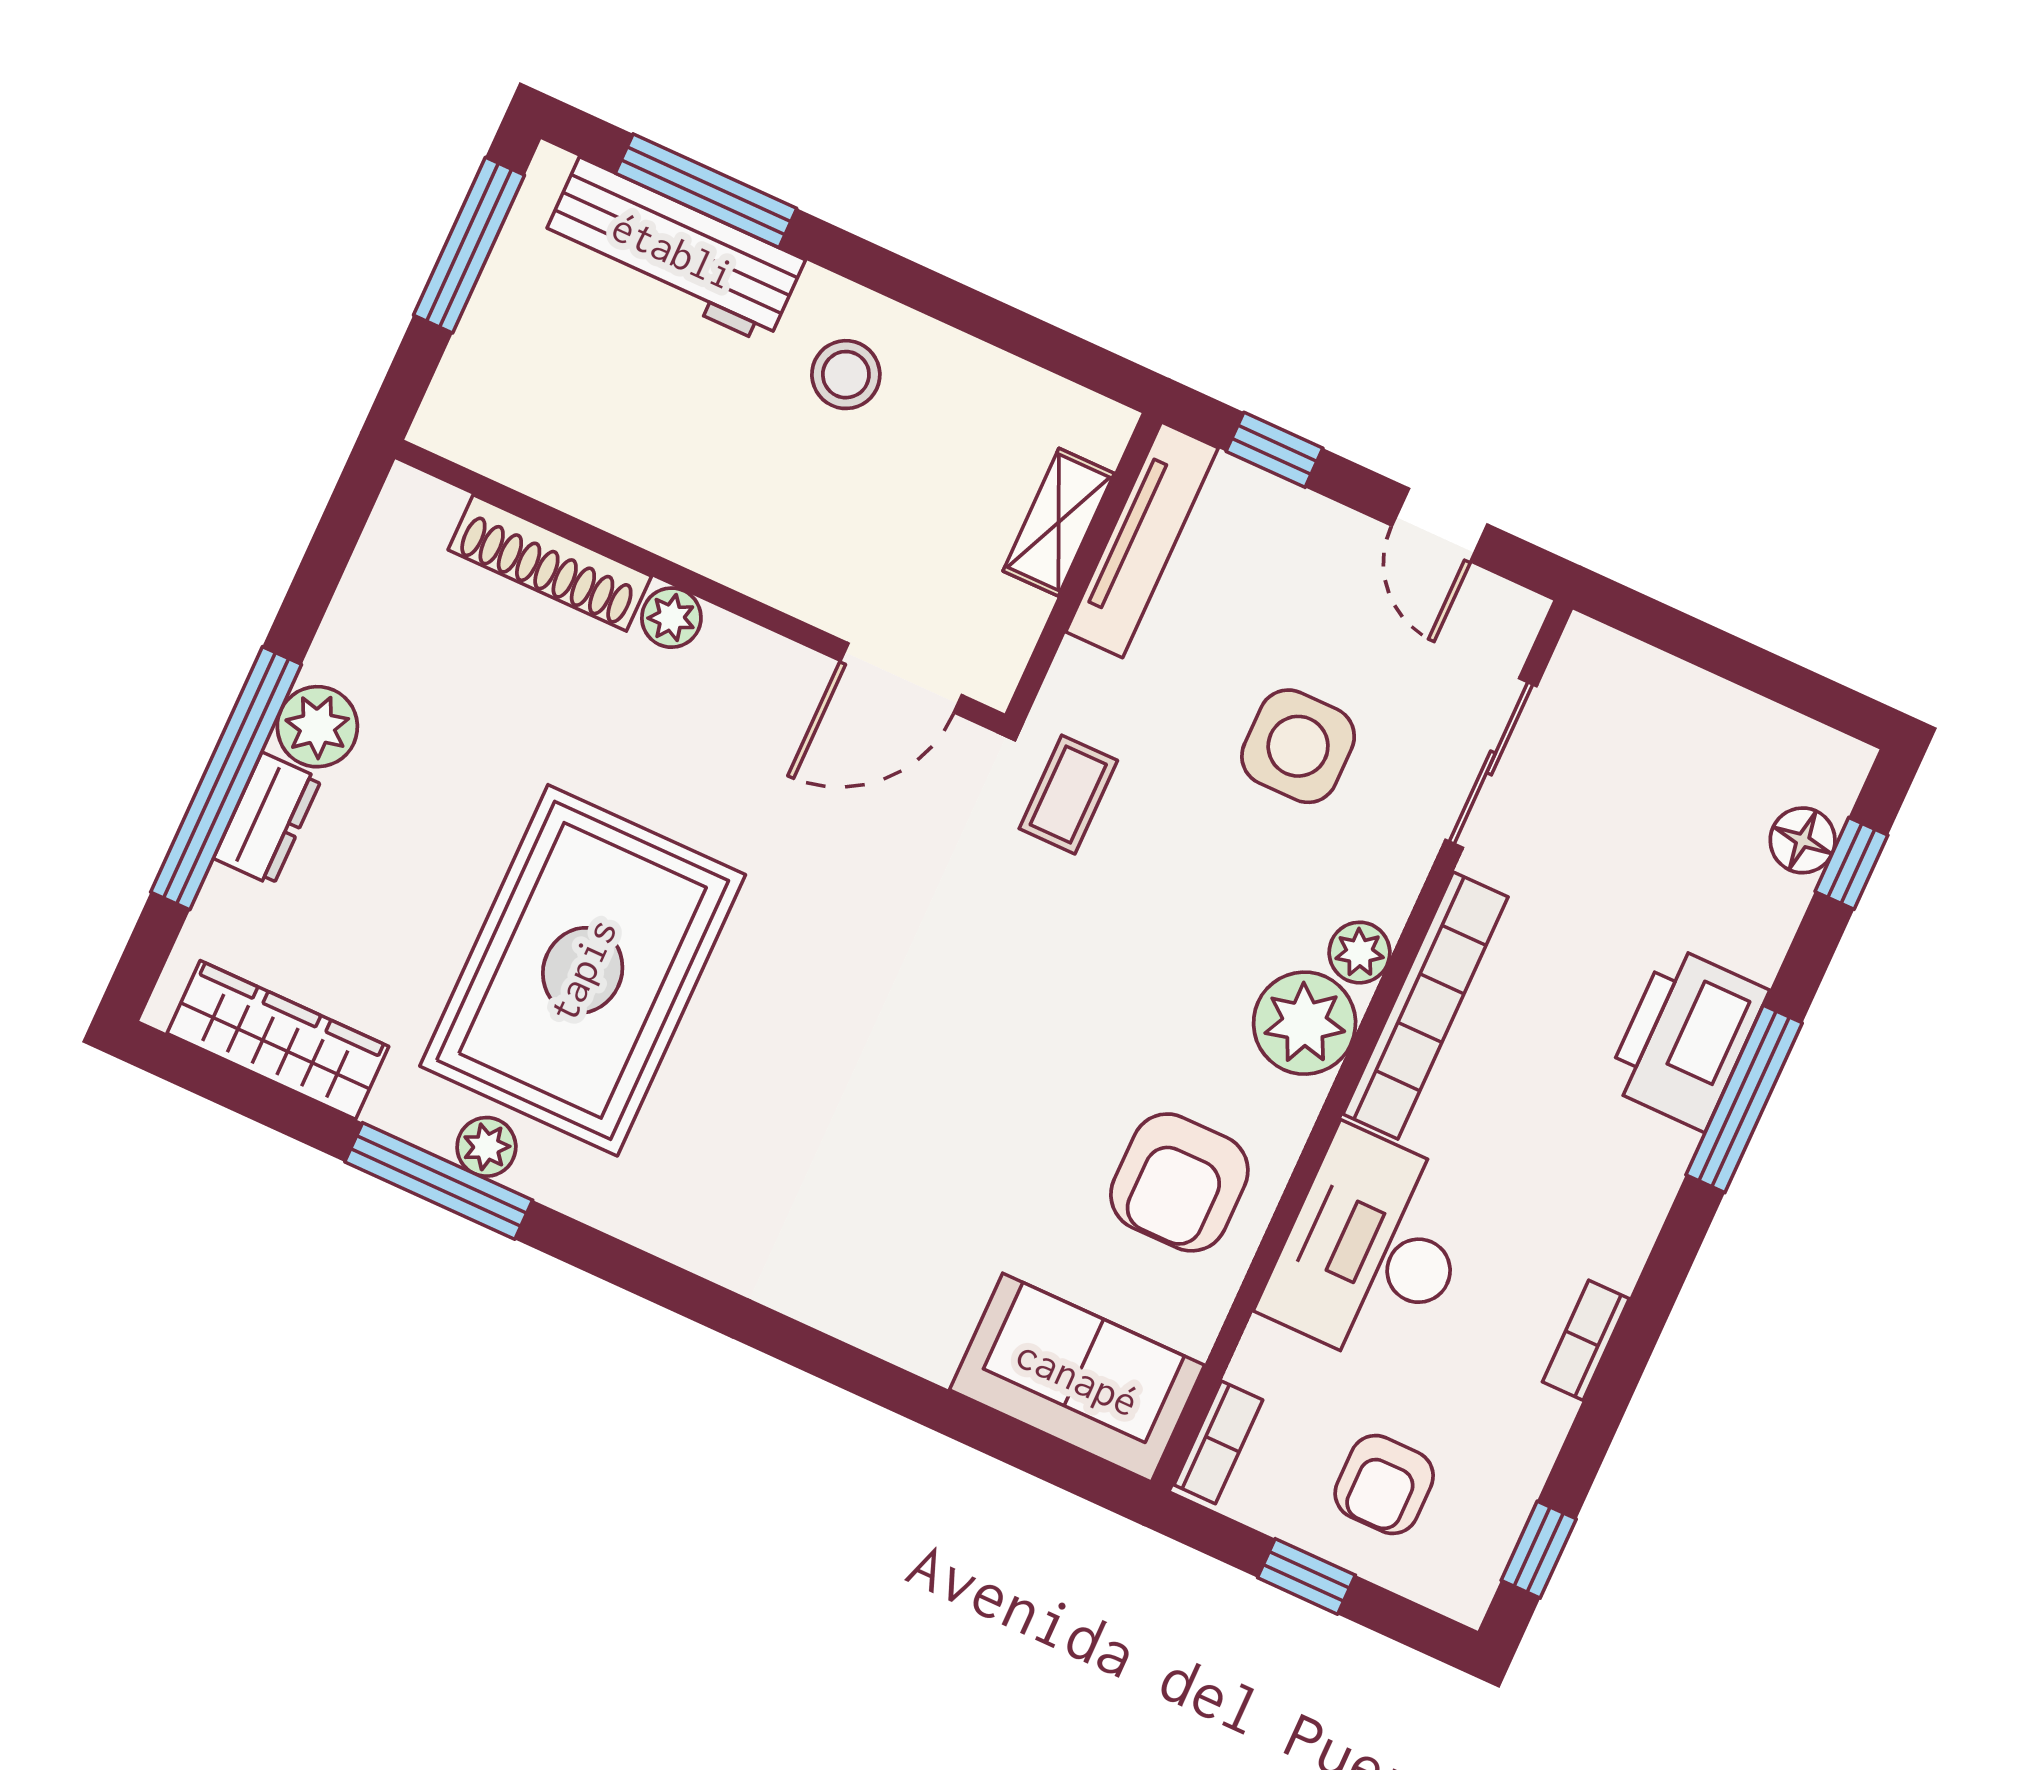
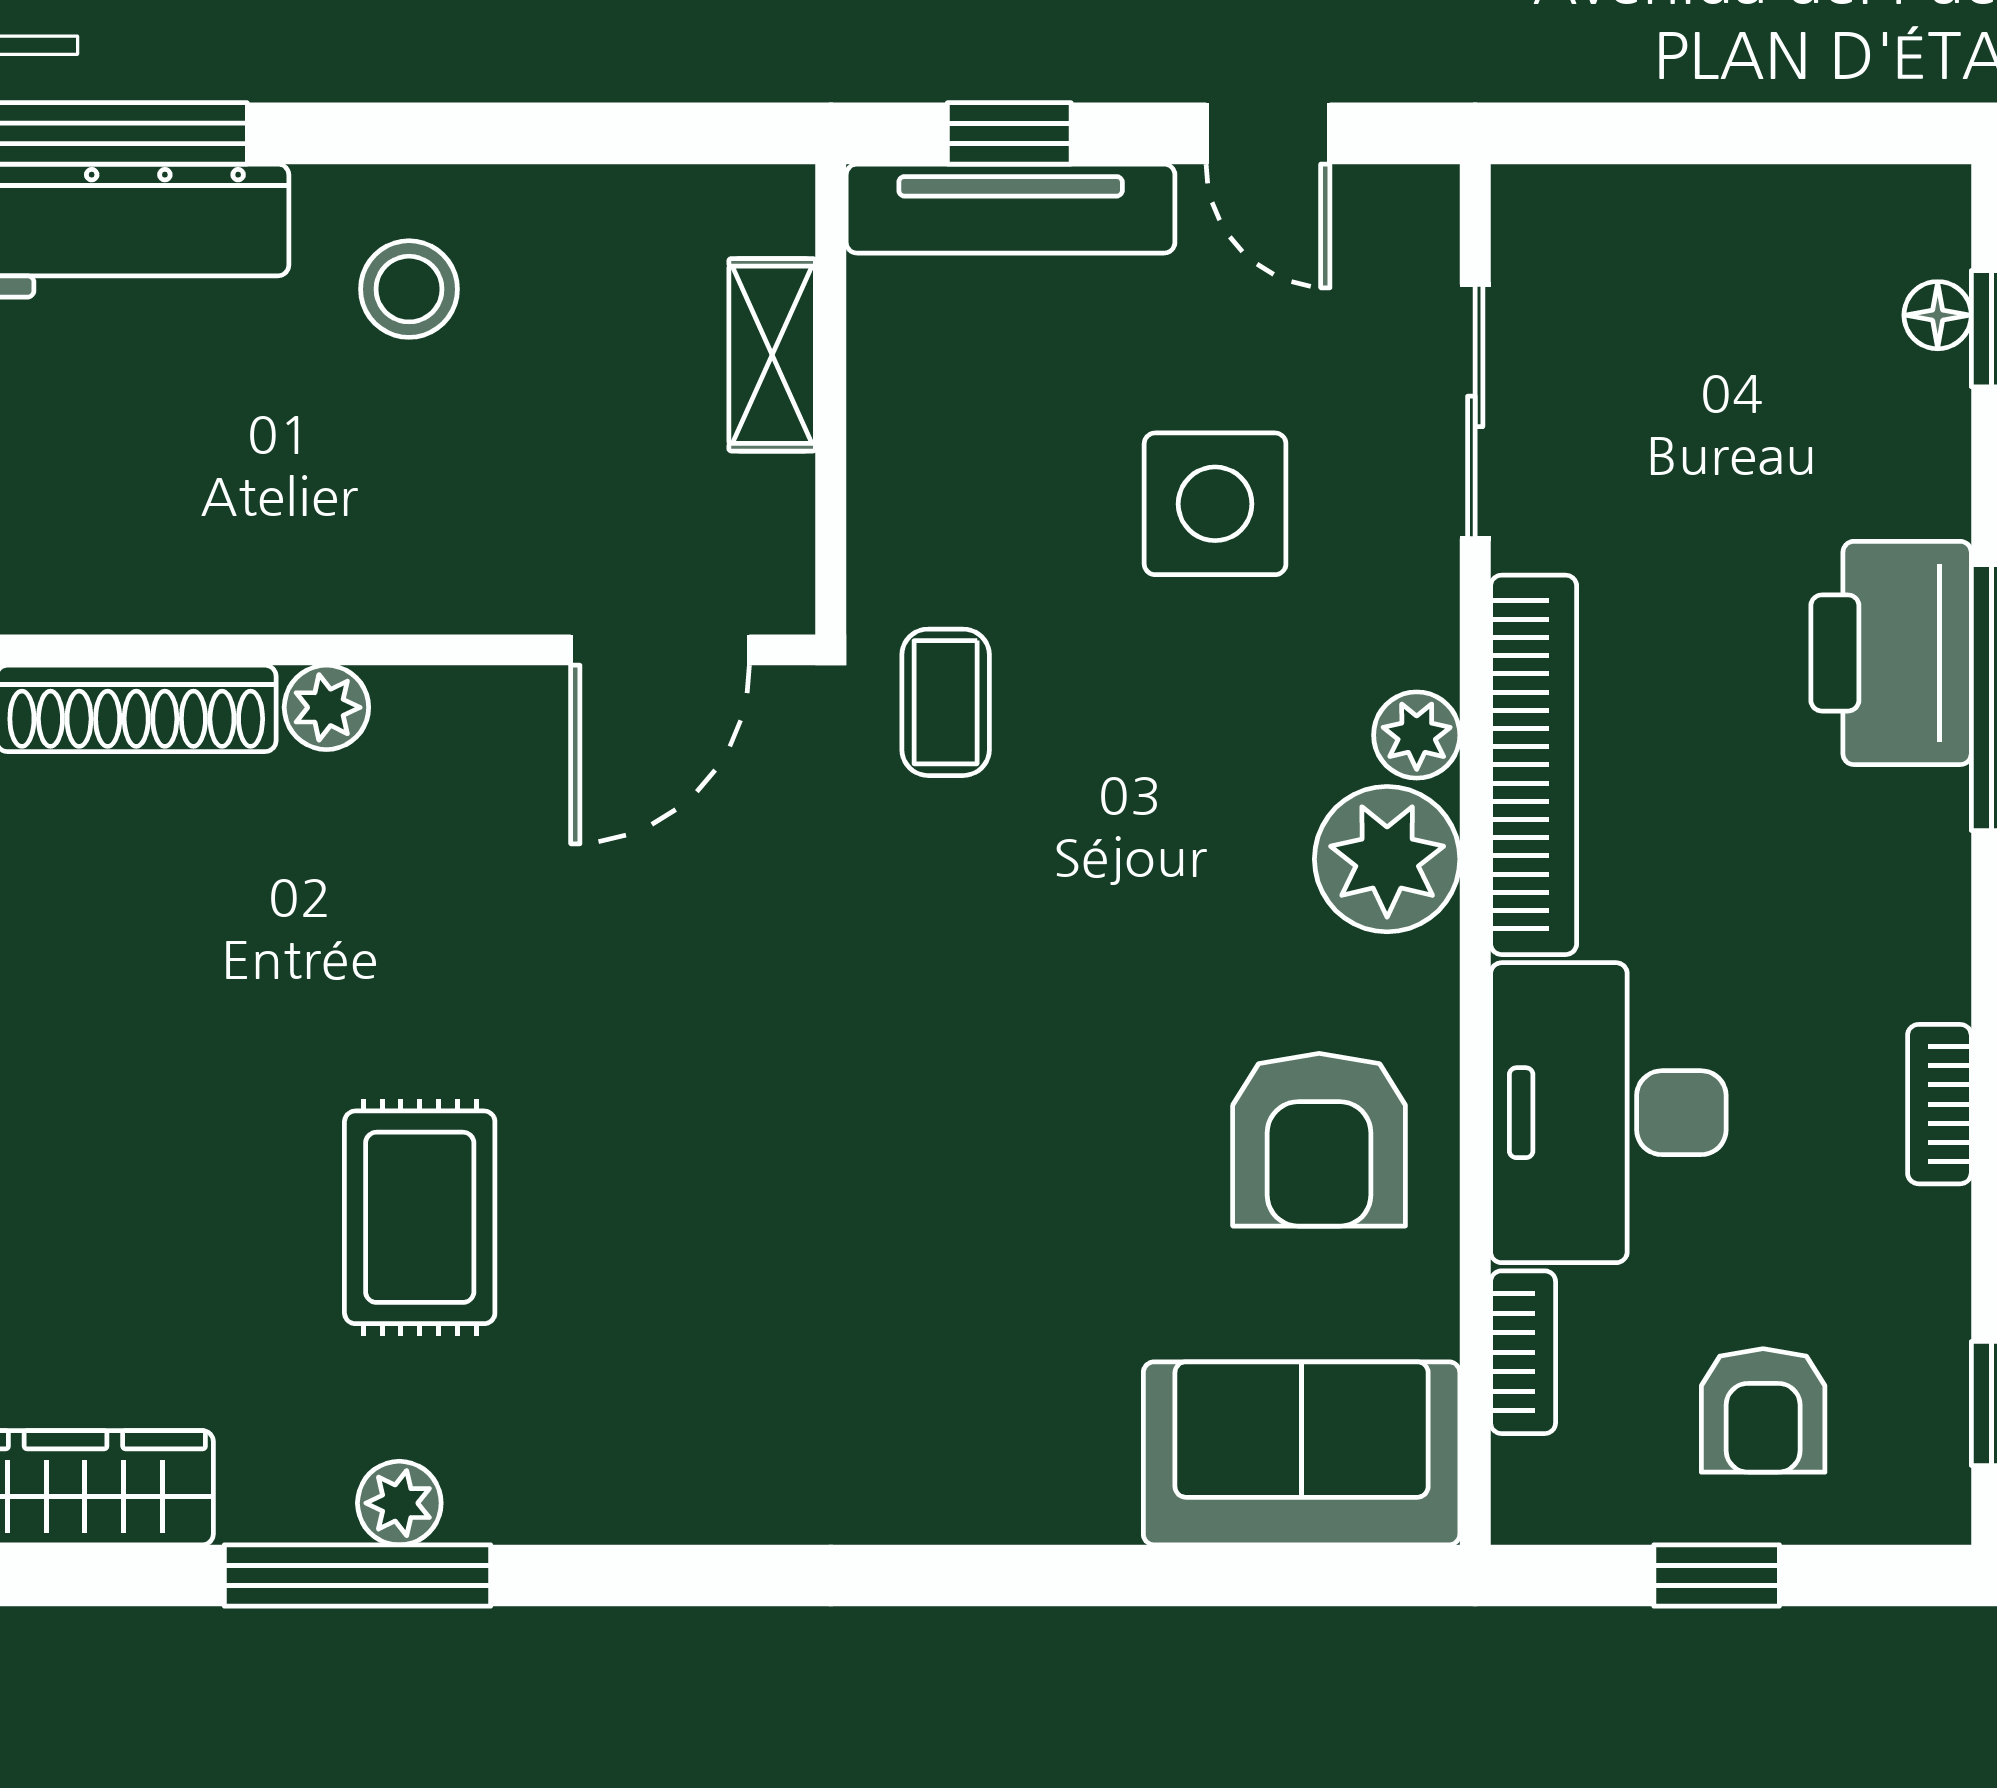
tv unit: (1142, 540) -> (1011, 209), moved, turned 90
floor lamp: (1803, 840) -> (1938, 315), width x0.73, depth x0.73
rug: (583, 970) -> (420, 1217), width x0.54, depth x0.49
bookcase: (1218, 1442) -> (1523, 1352), moved

